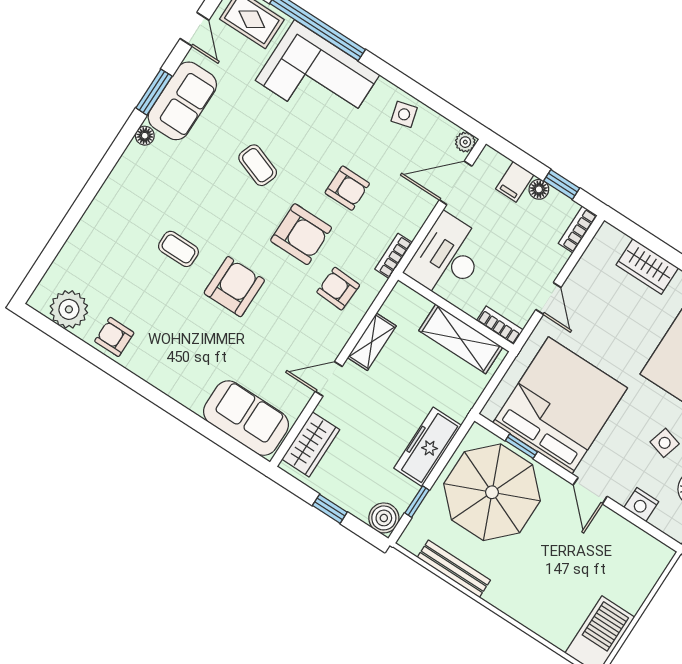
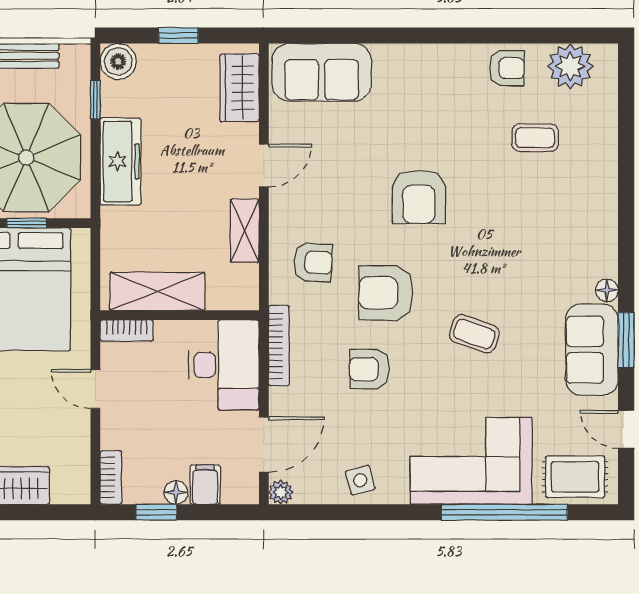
coffee table: (178, 249) -> (535, 138), moved
bookcase: (393, 256) -> (279, 346), width x1.56

